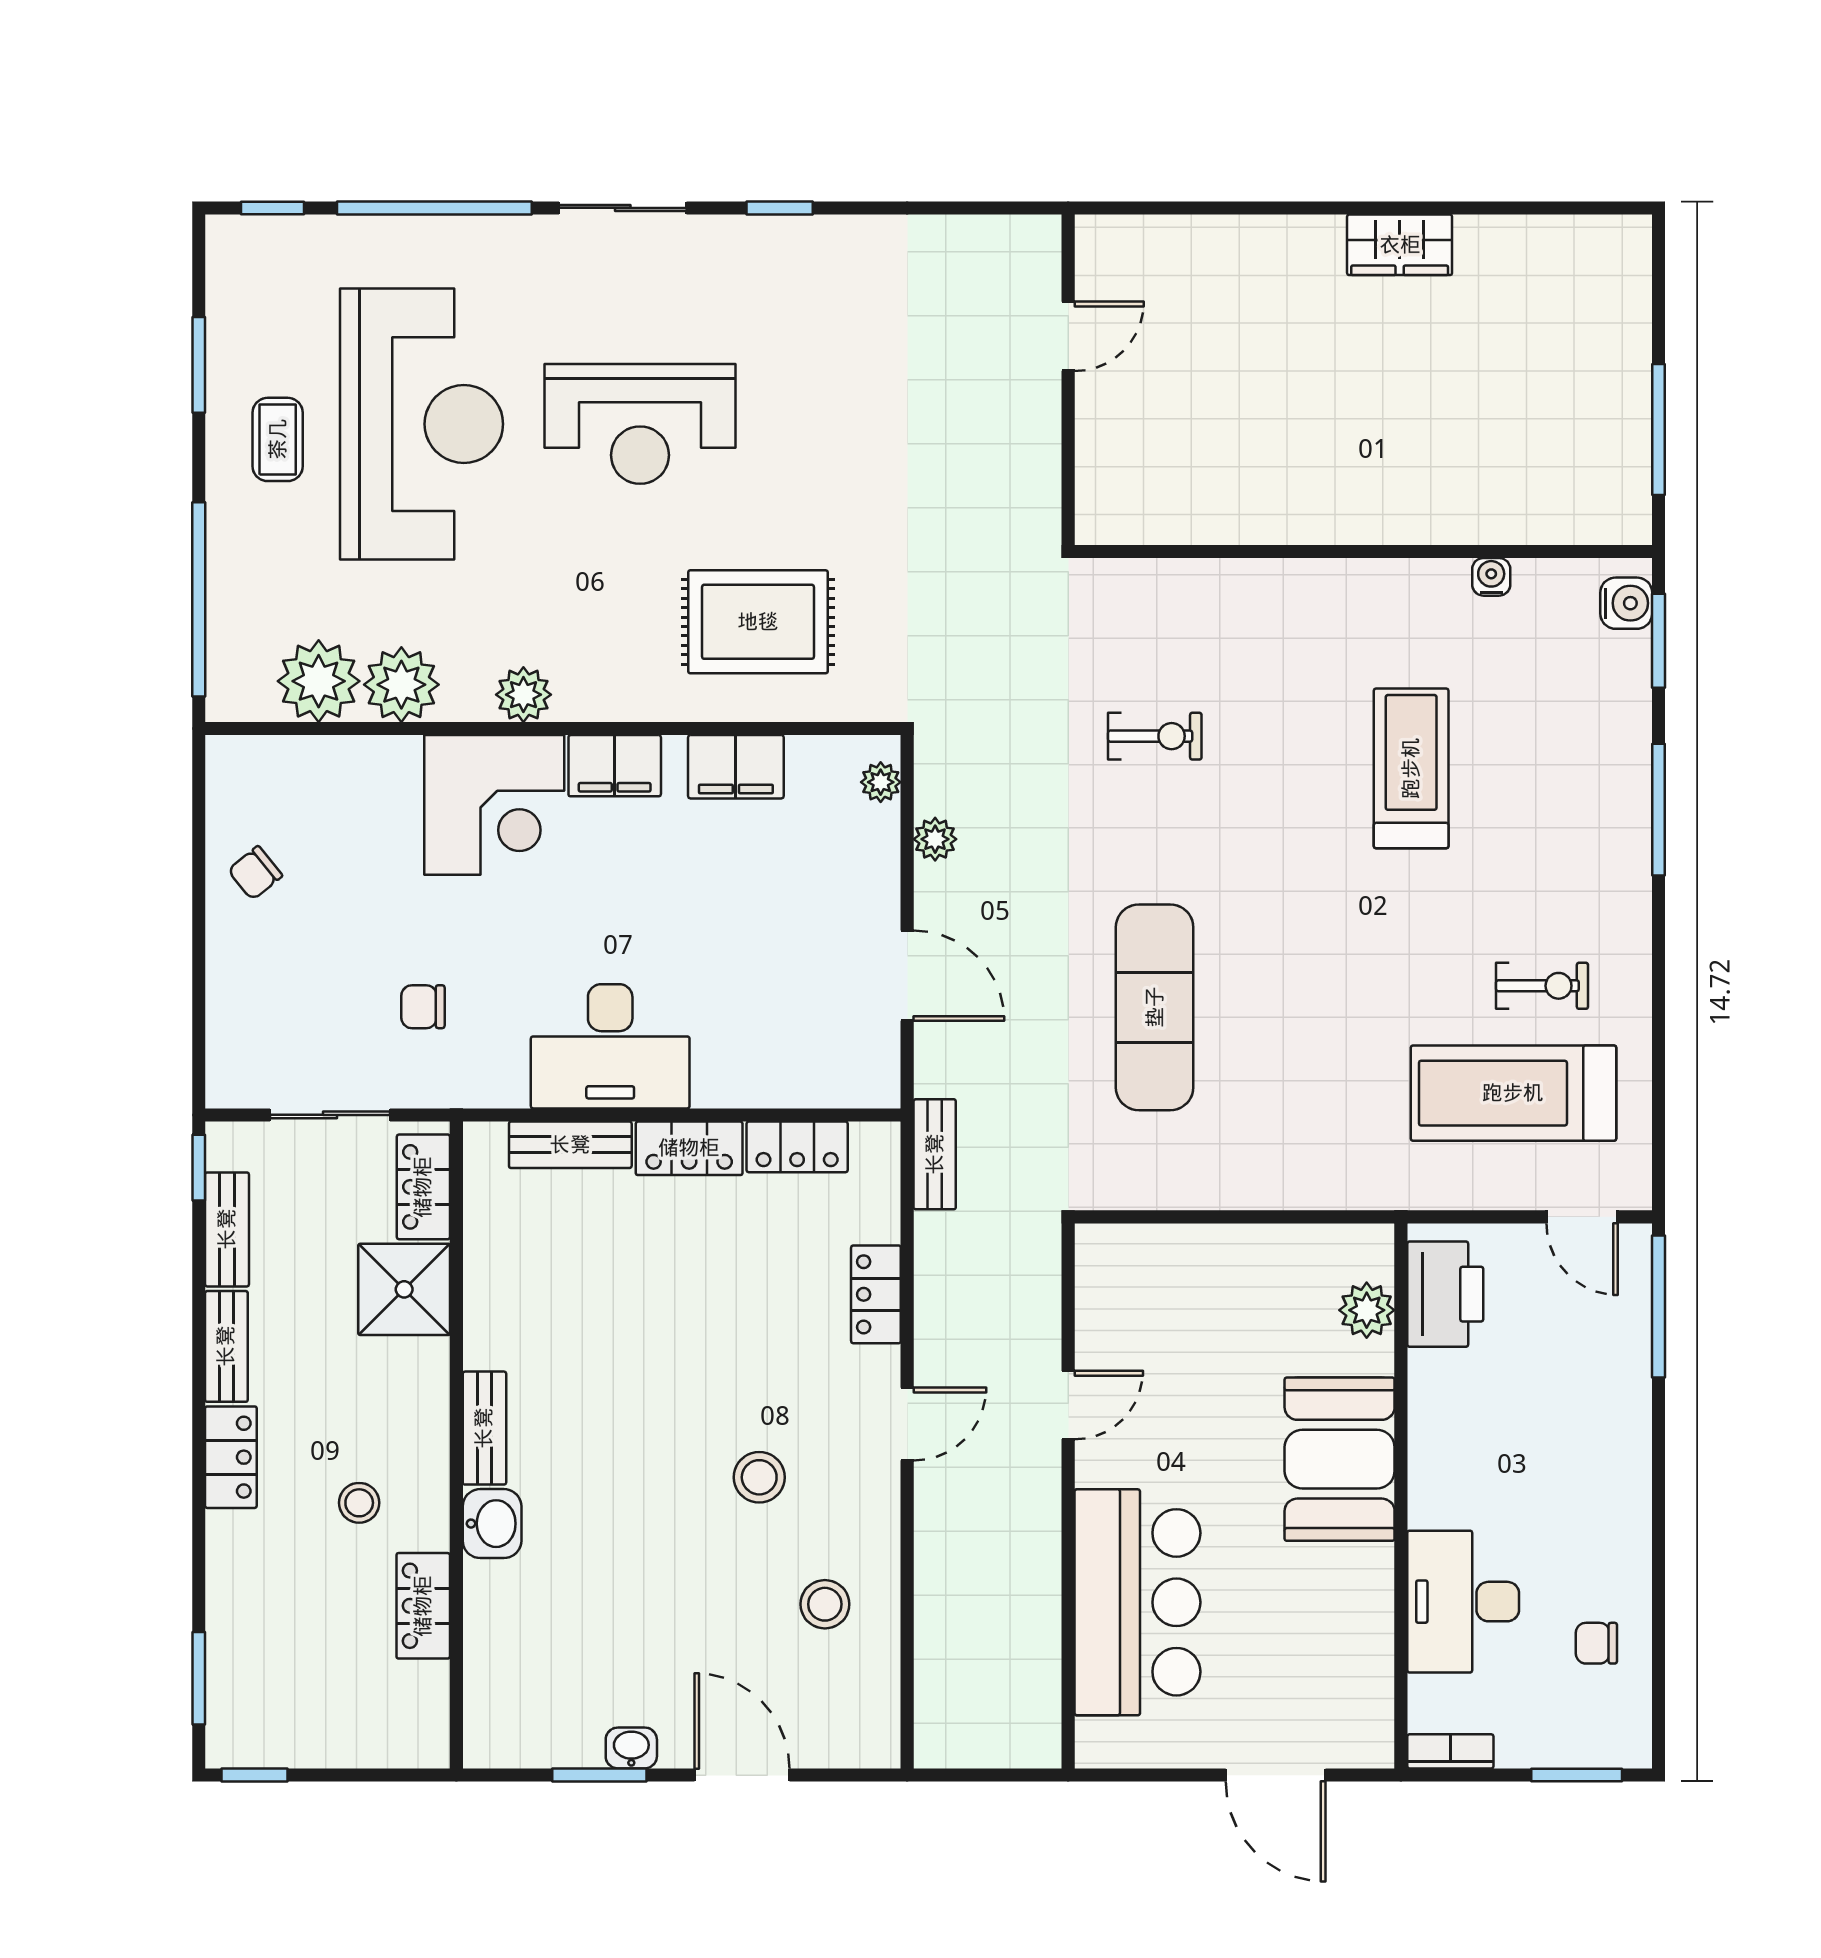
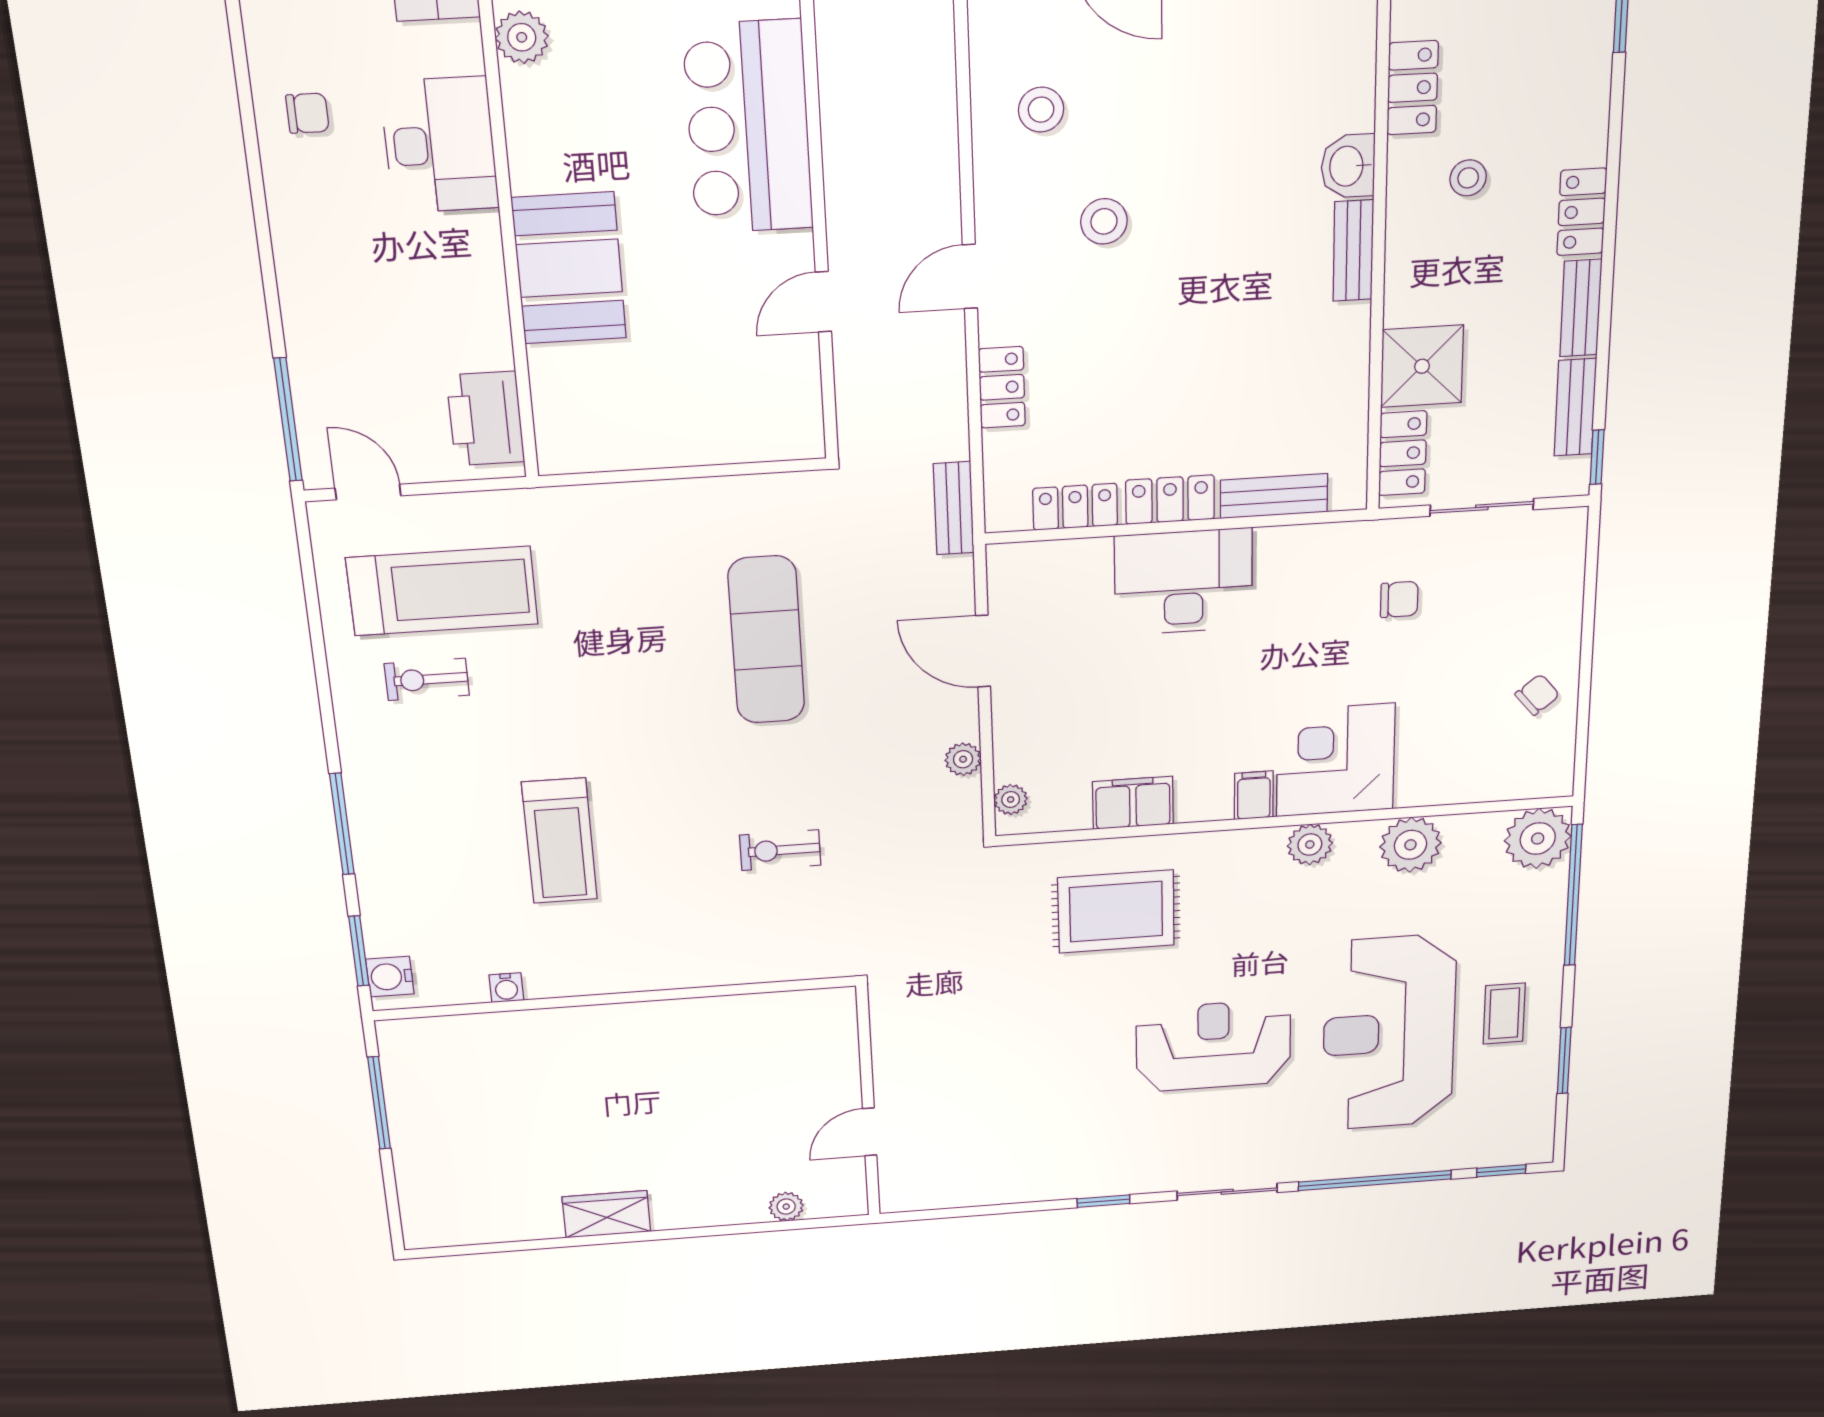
plant: (1177, 236) -> (786, 1207), added
plant: (319, 681) -> (1538, 839), moved
filing cabinet: (615, 766) -> (1254, 795), width x0.50
desk: (610, 1046) -> (1183, 582), moved
plant: (1367, 1310) -> (522, 37), moved

